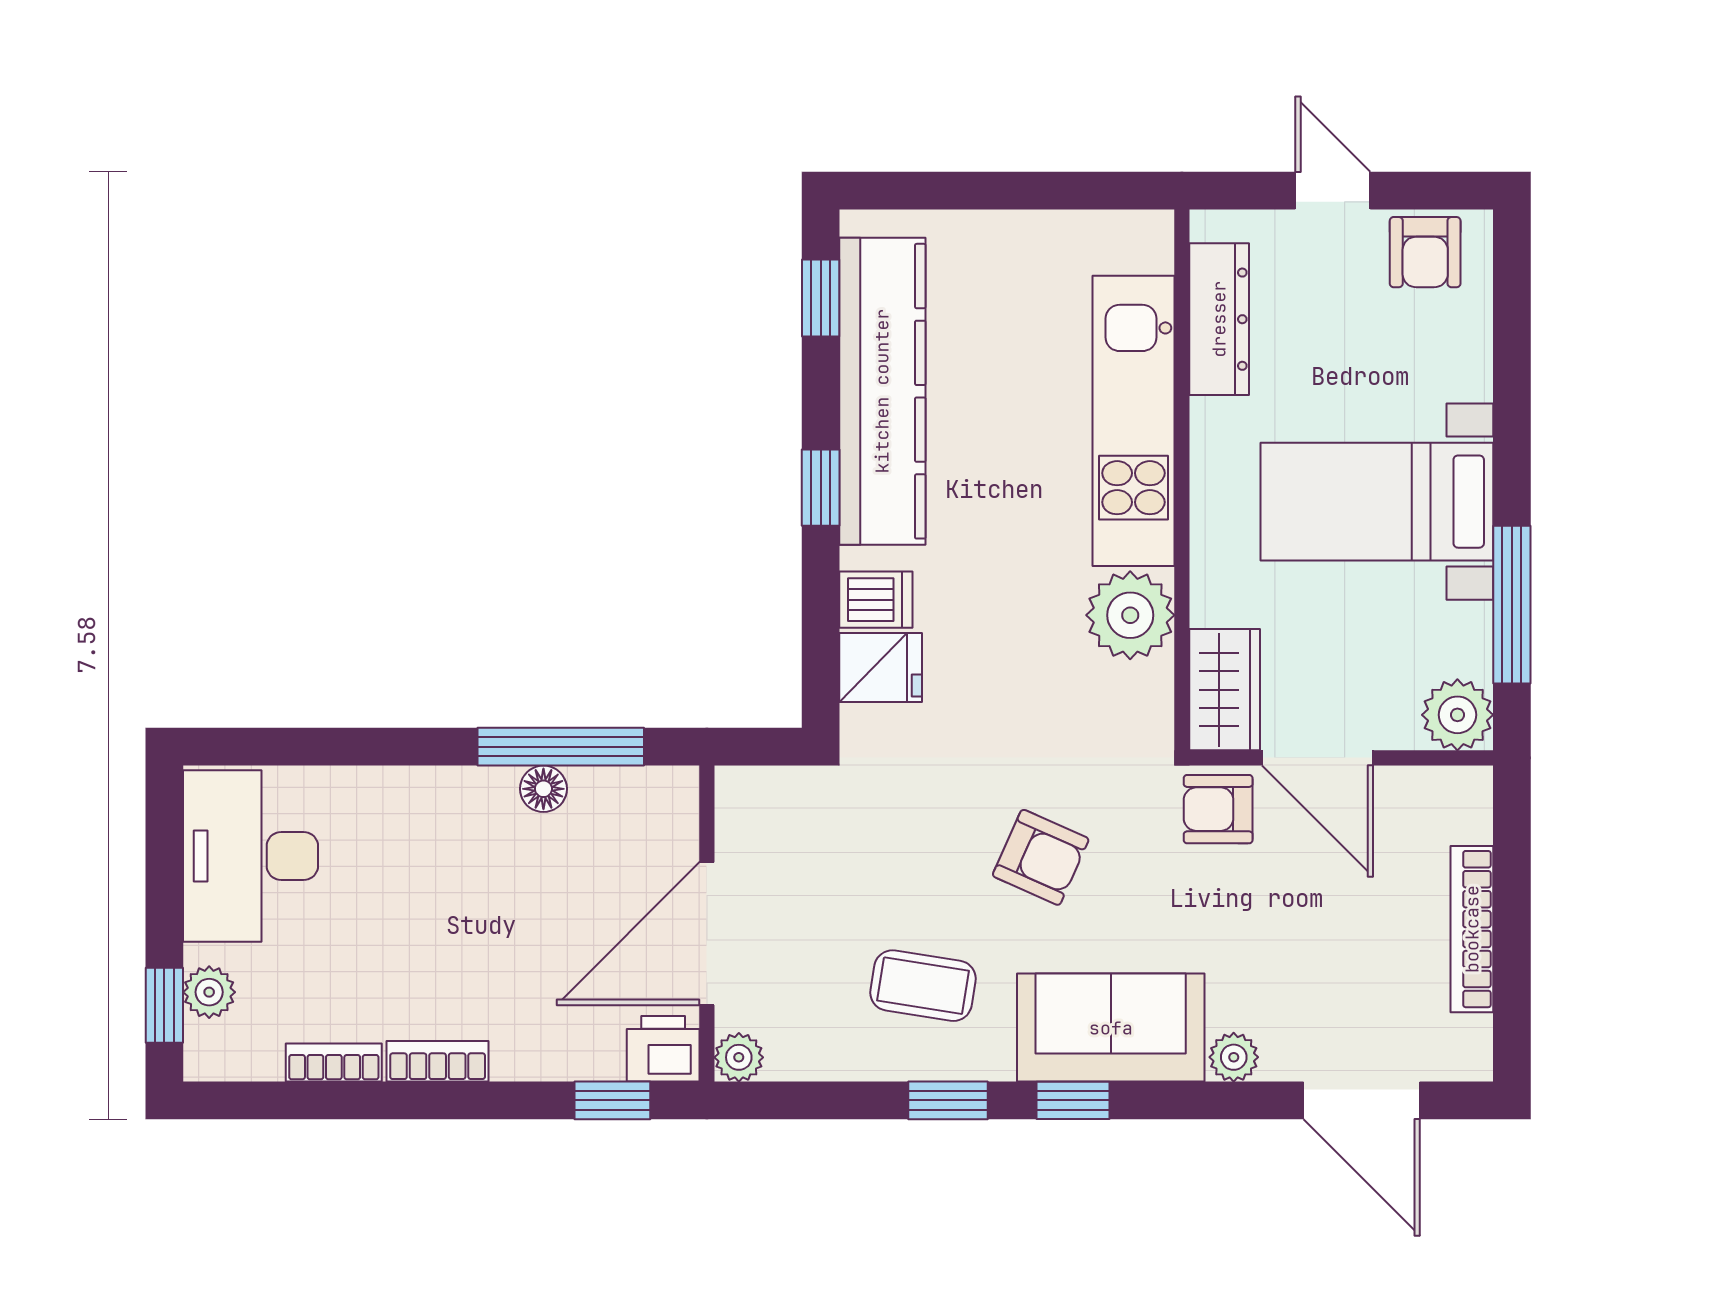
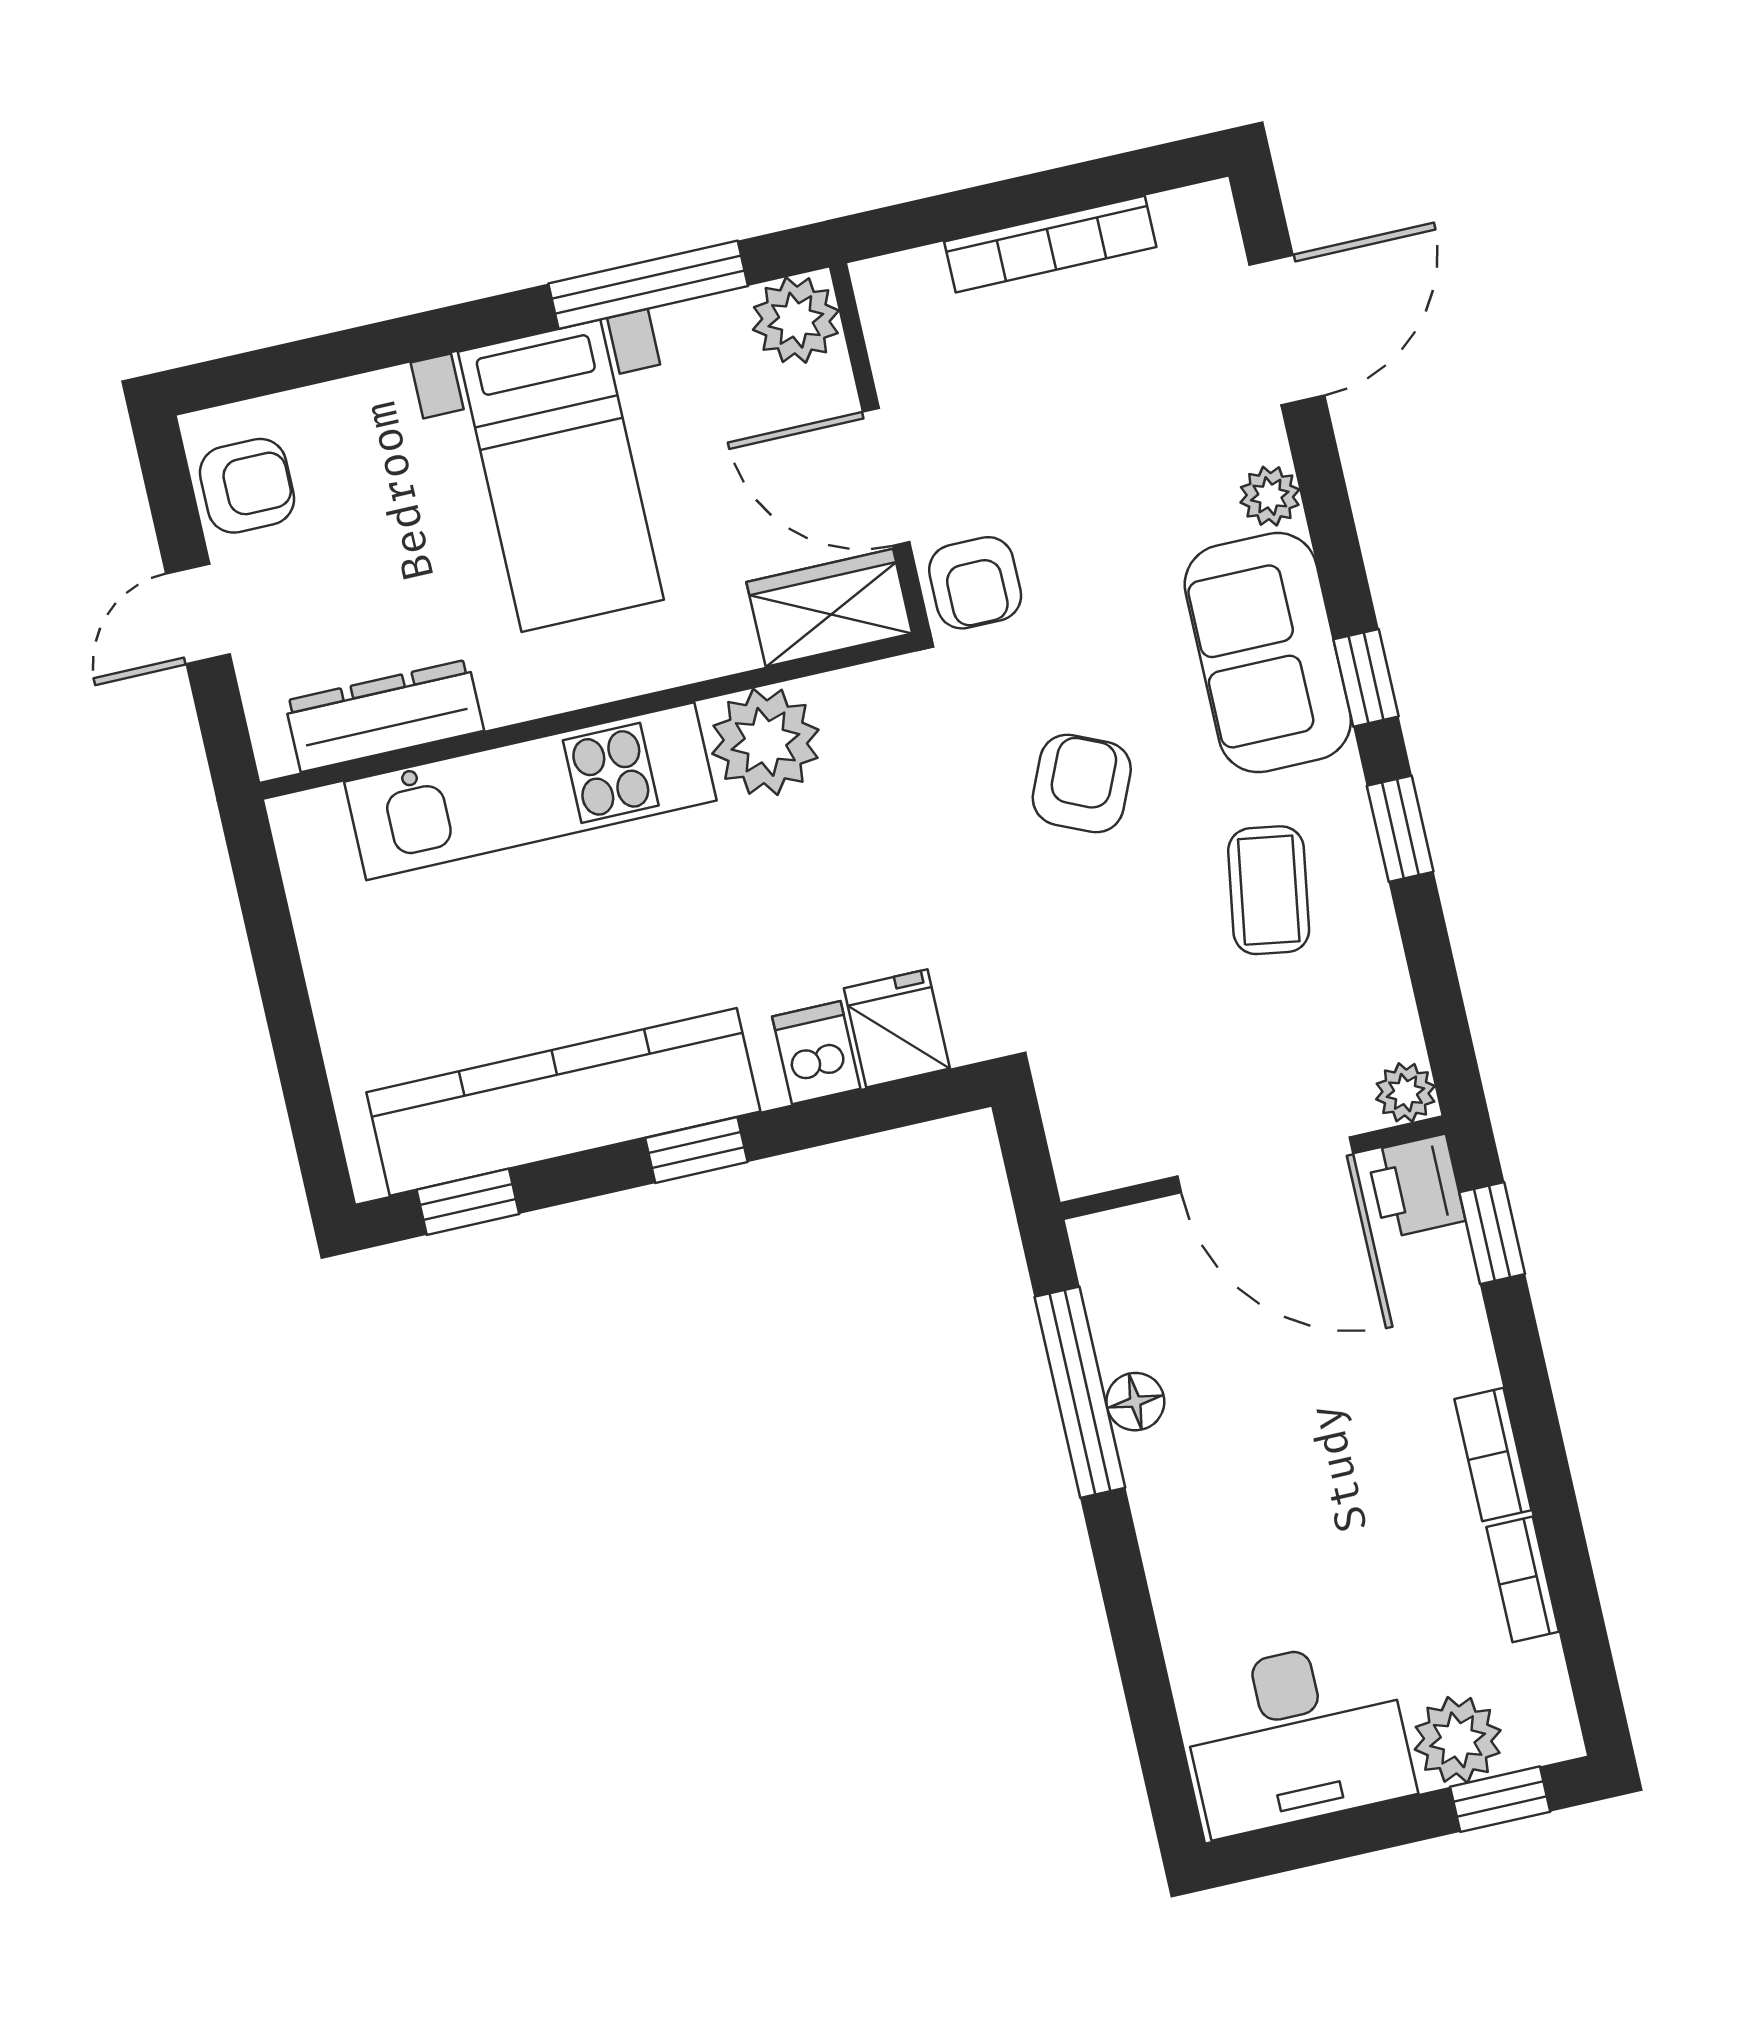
door: (1318, 758) -> (886, 477), swing flipped
plant: (209, 992) -> (1458, 1740), width x1.38, depth x1.38

